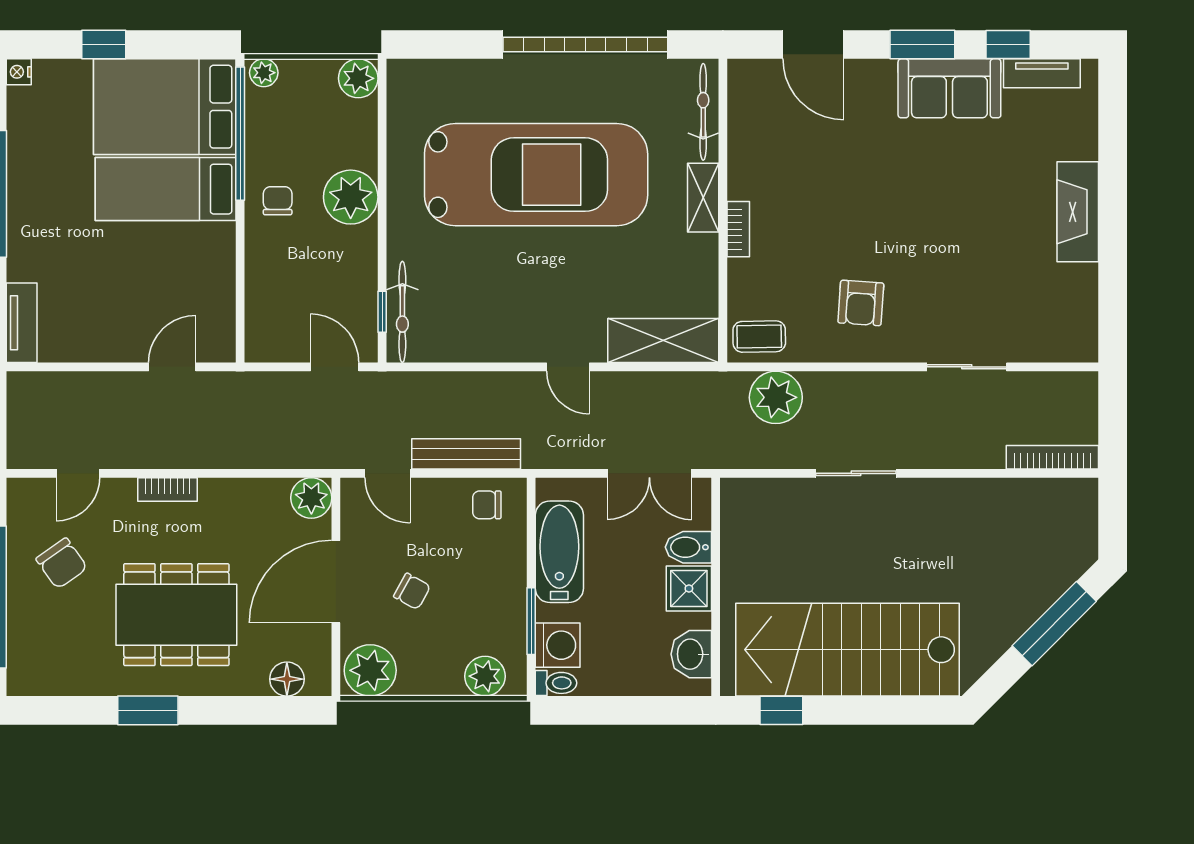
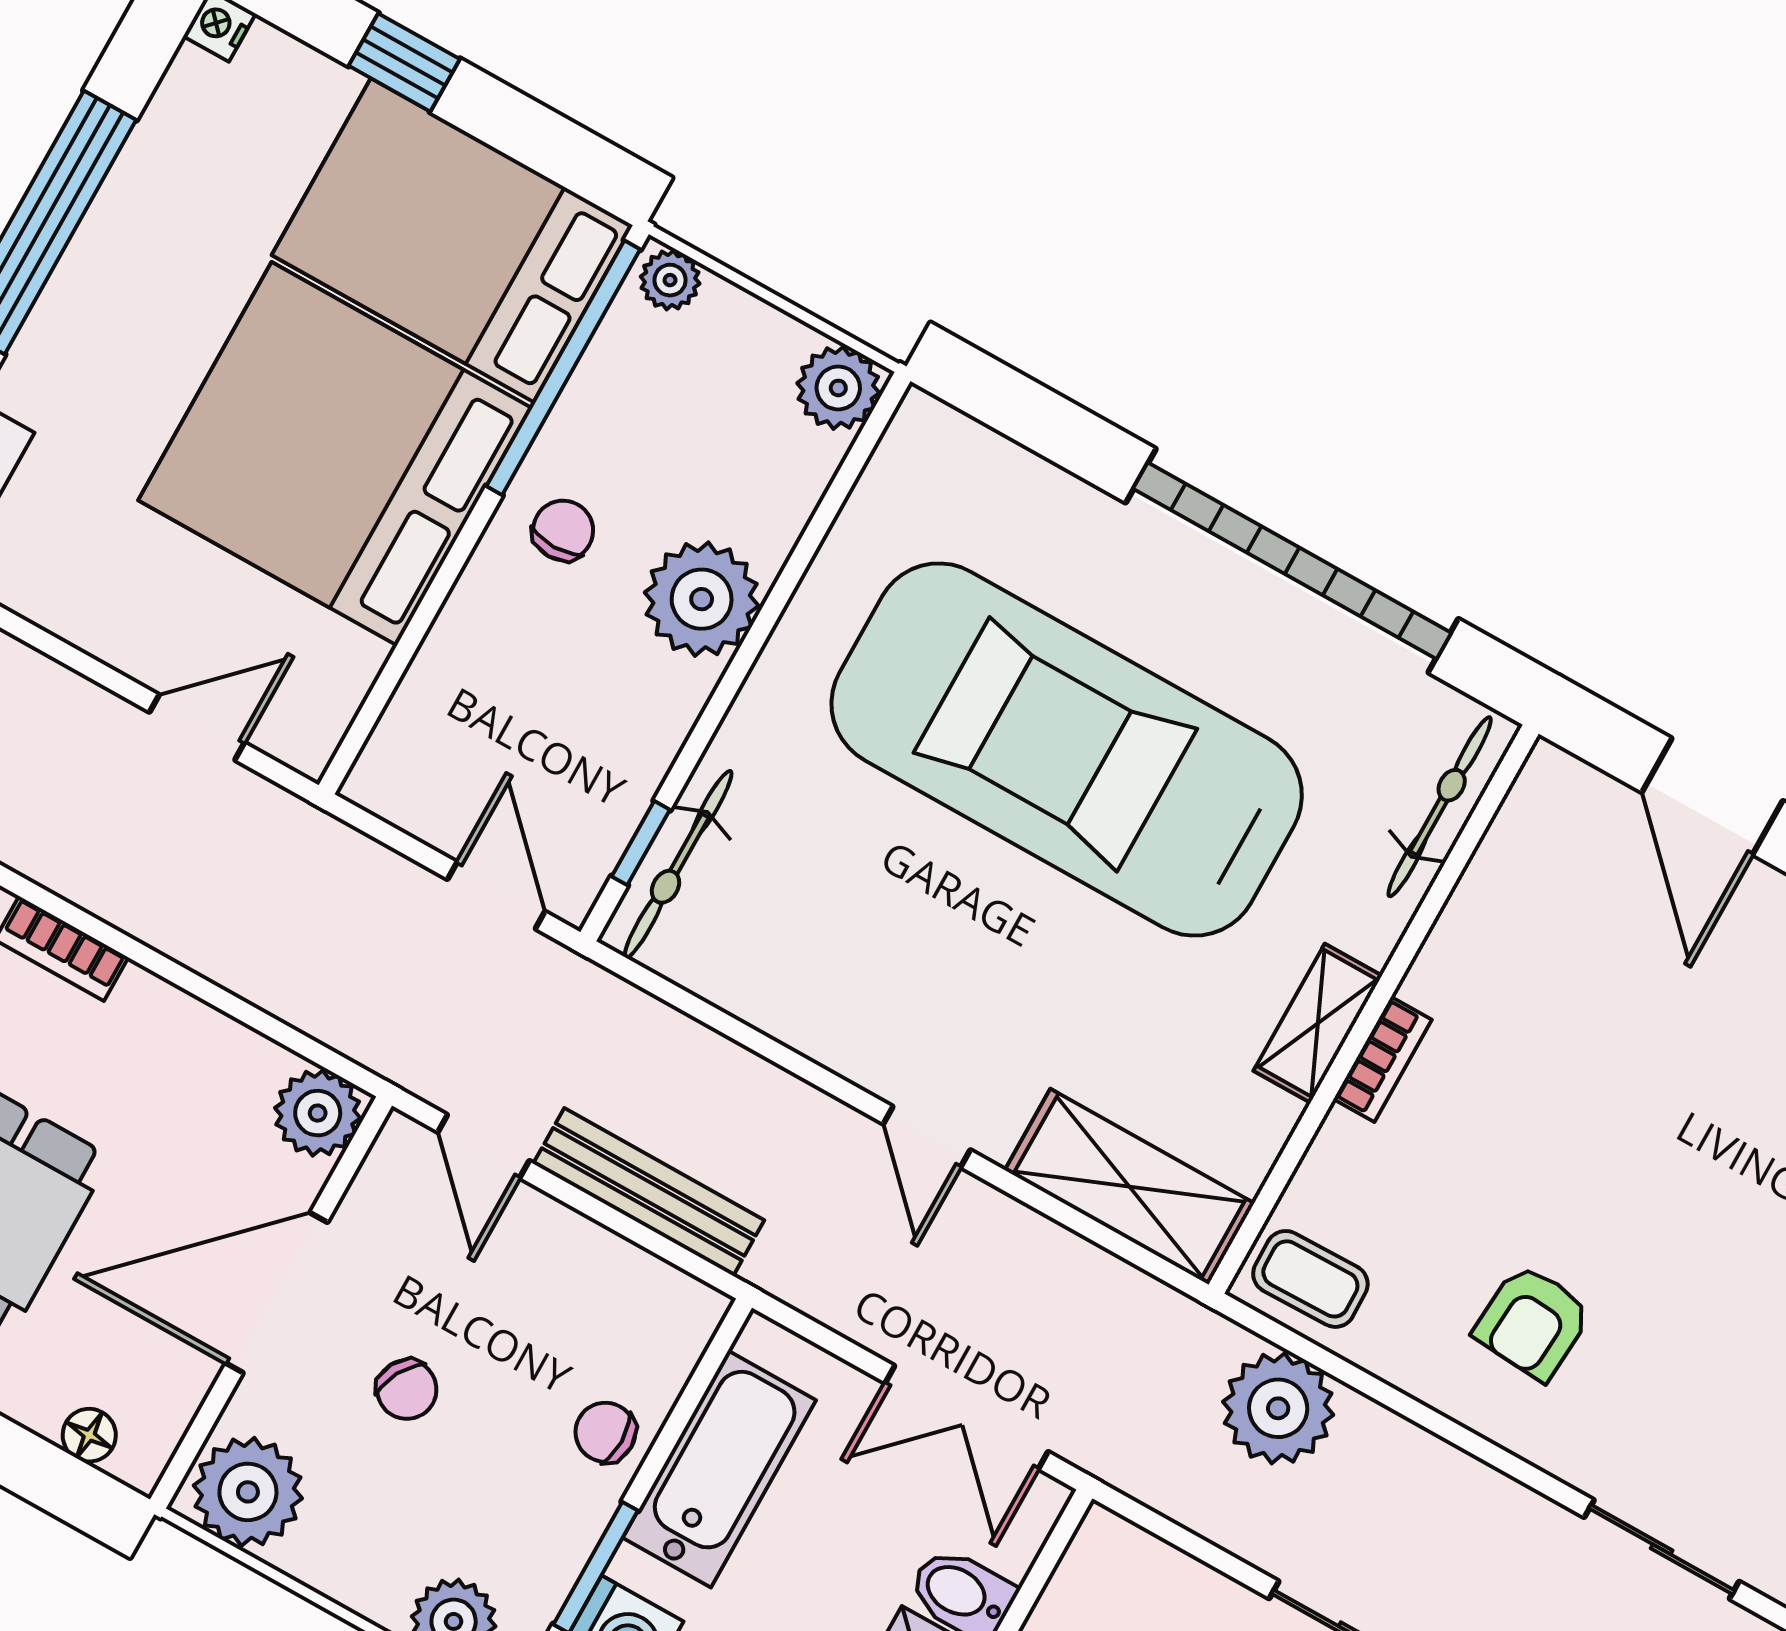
car: (536, 175) -> (1067, 749), turned 180
bed: (166, 189) -> (334, 454), width x2.04
shelving: (703, 198) -> (1318, 1023), moved
chair: (487, 505) -> (605, 1432), moved
floor lamp: (287, 679) -> (89, 1435), width x0.73, depth x0.73

